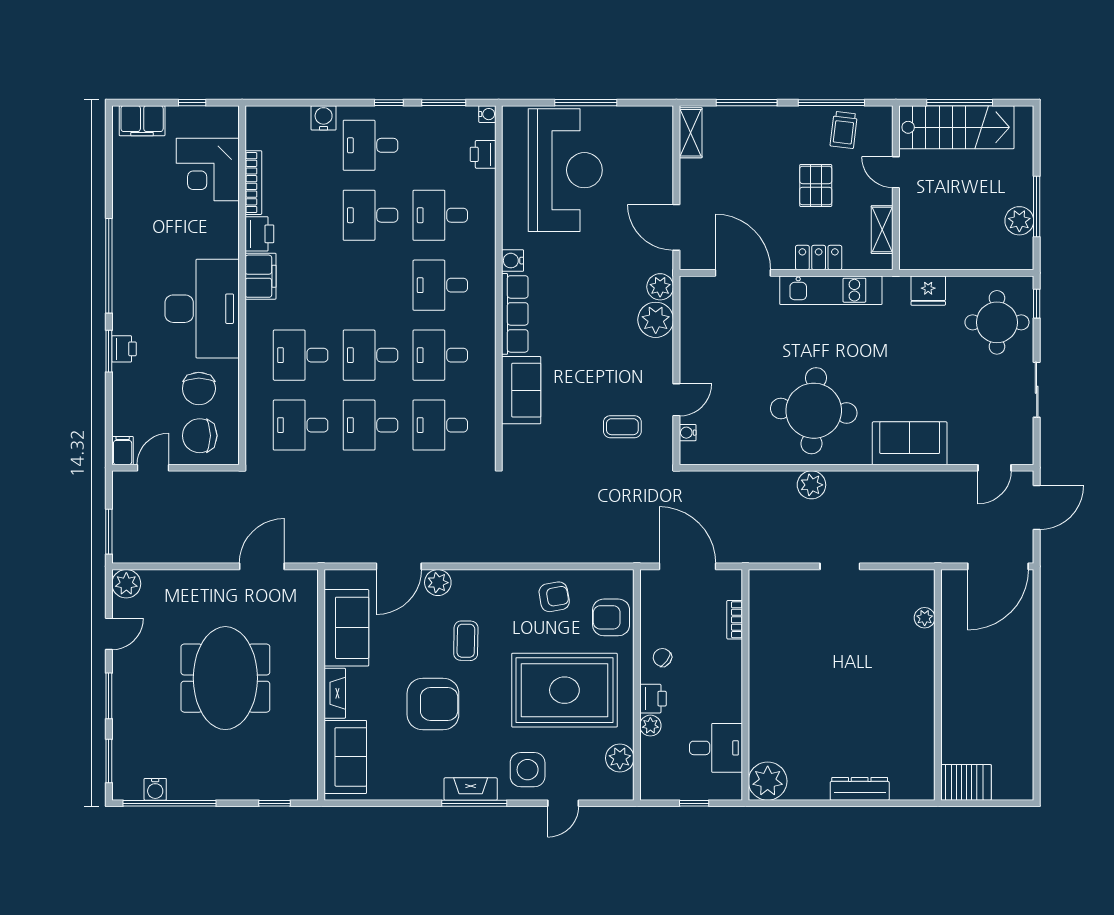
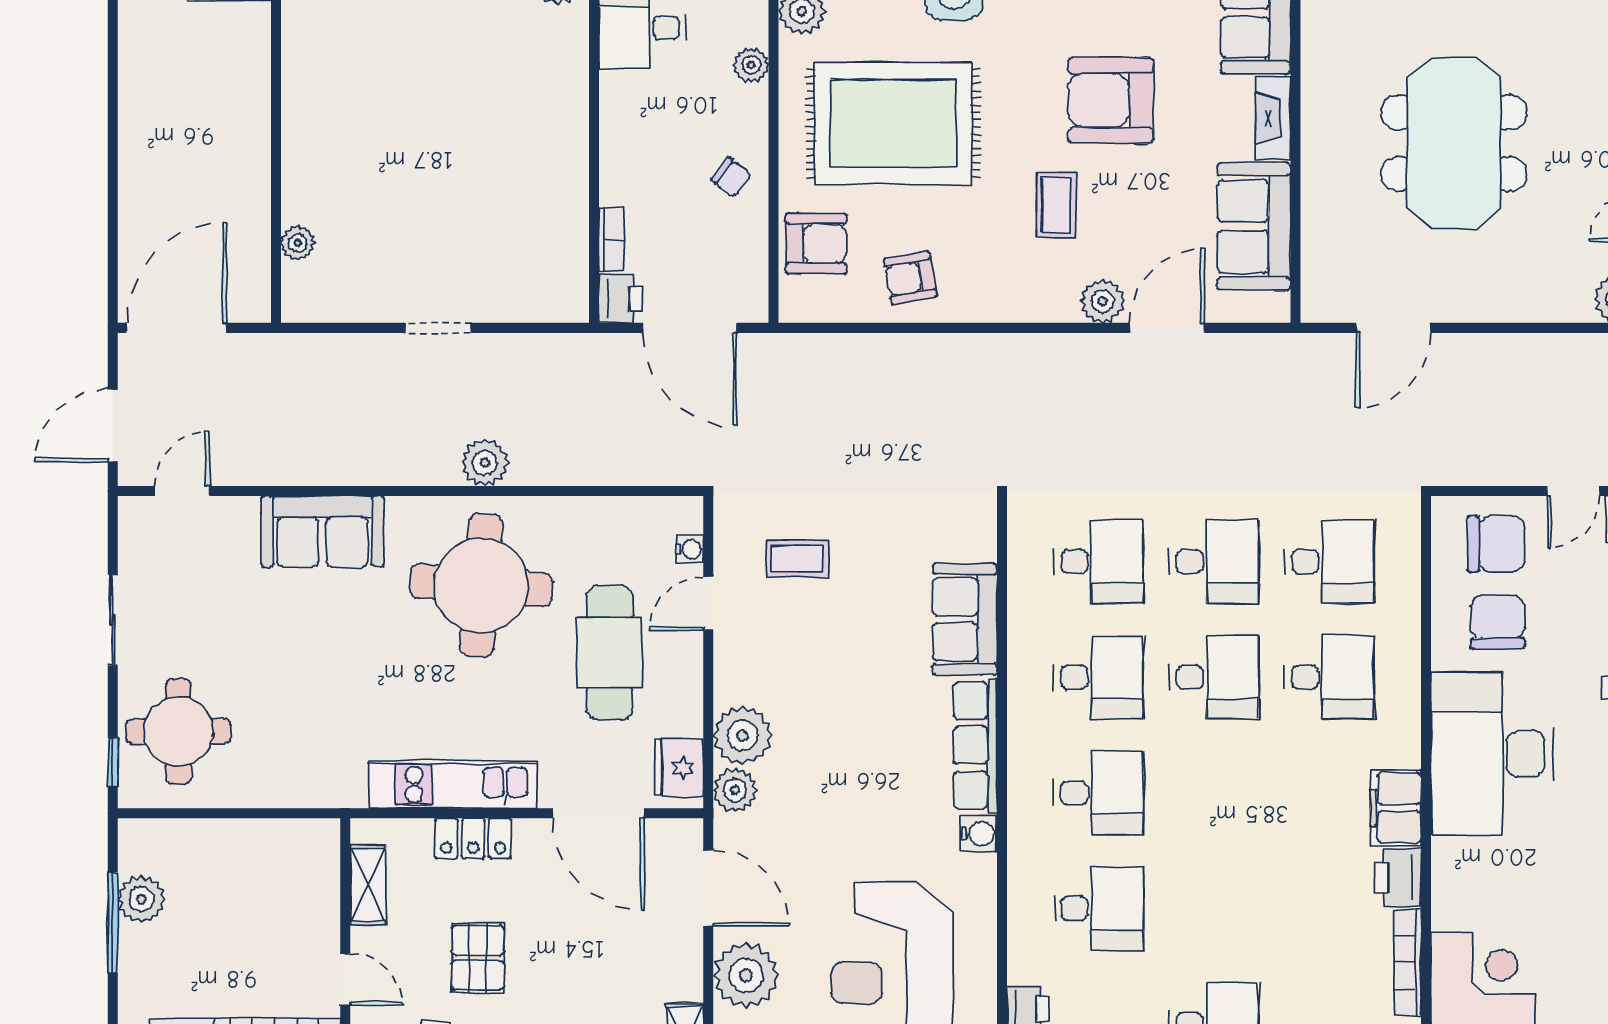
plant: (654, 175) -> (746, 975), added
desk: (370, 215) -> (1214, 908), removed
fridge: (928, 291) -> (679, 768), moved, turned -90
cafe table: (736, 370) -> (610, 652), added
printer: (653, 699) -> (621, 299), moved, turned 180

